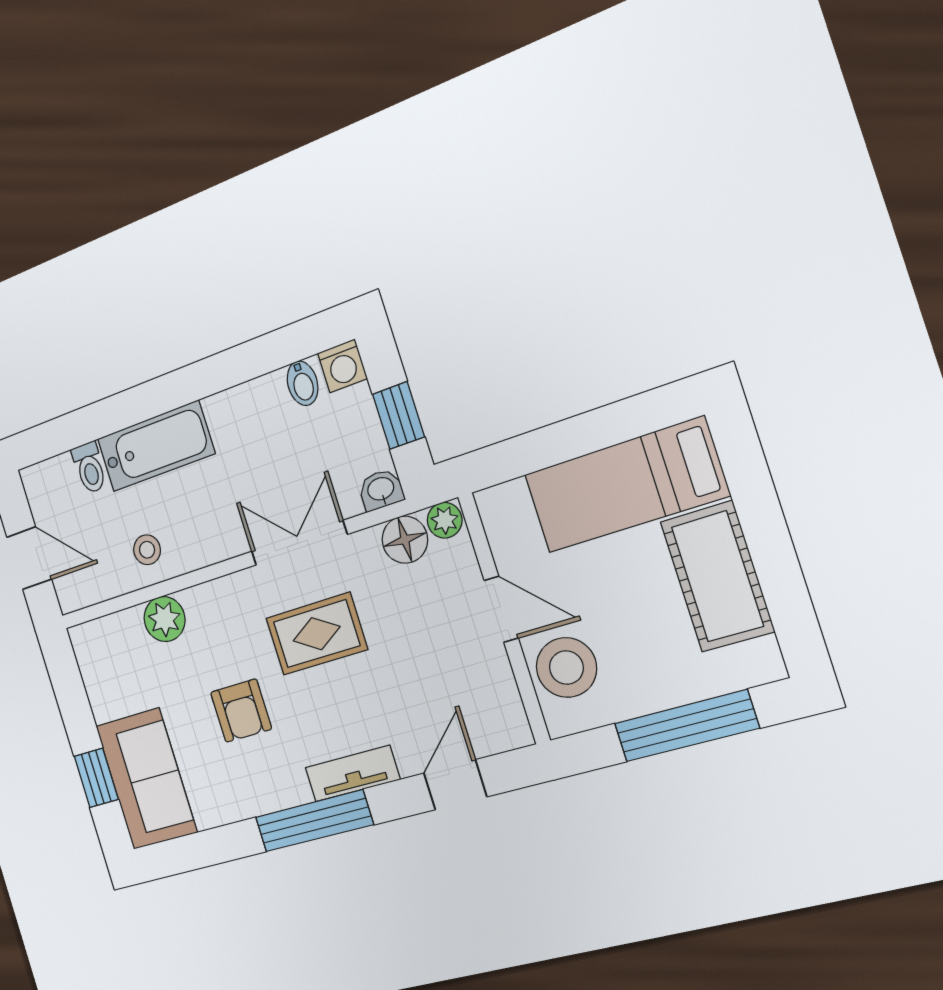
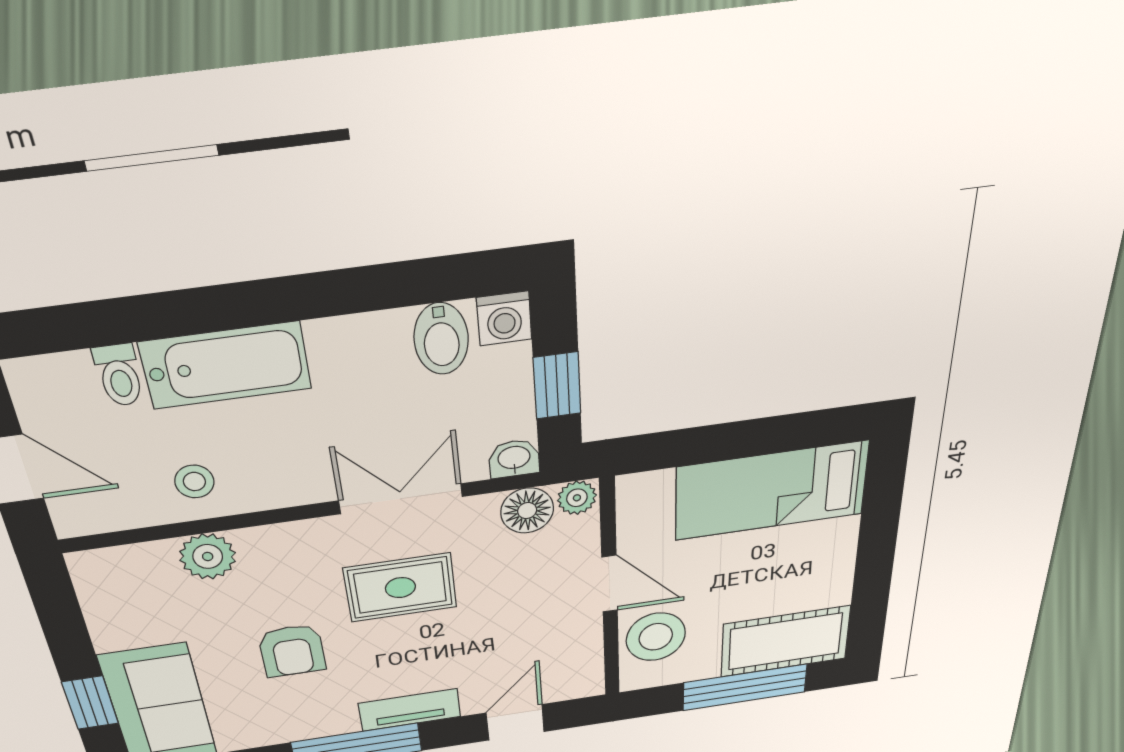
bidet: (303, 383) -> (441, 339), width x1.38, depth x1.36
cot: (717, 576) -> (785, 641), moved, turned 90

